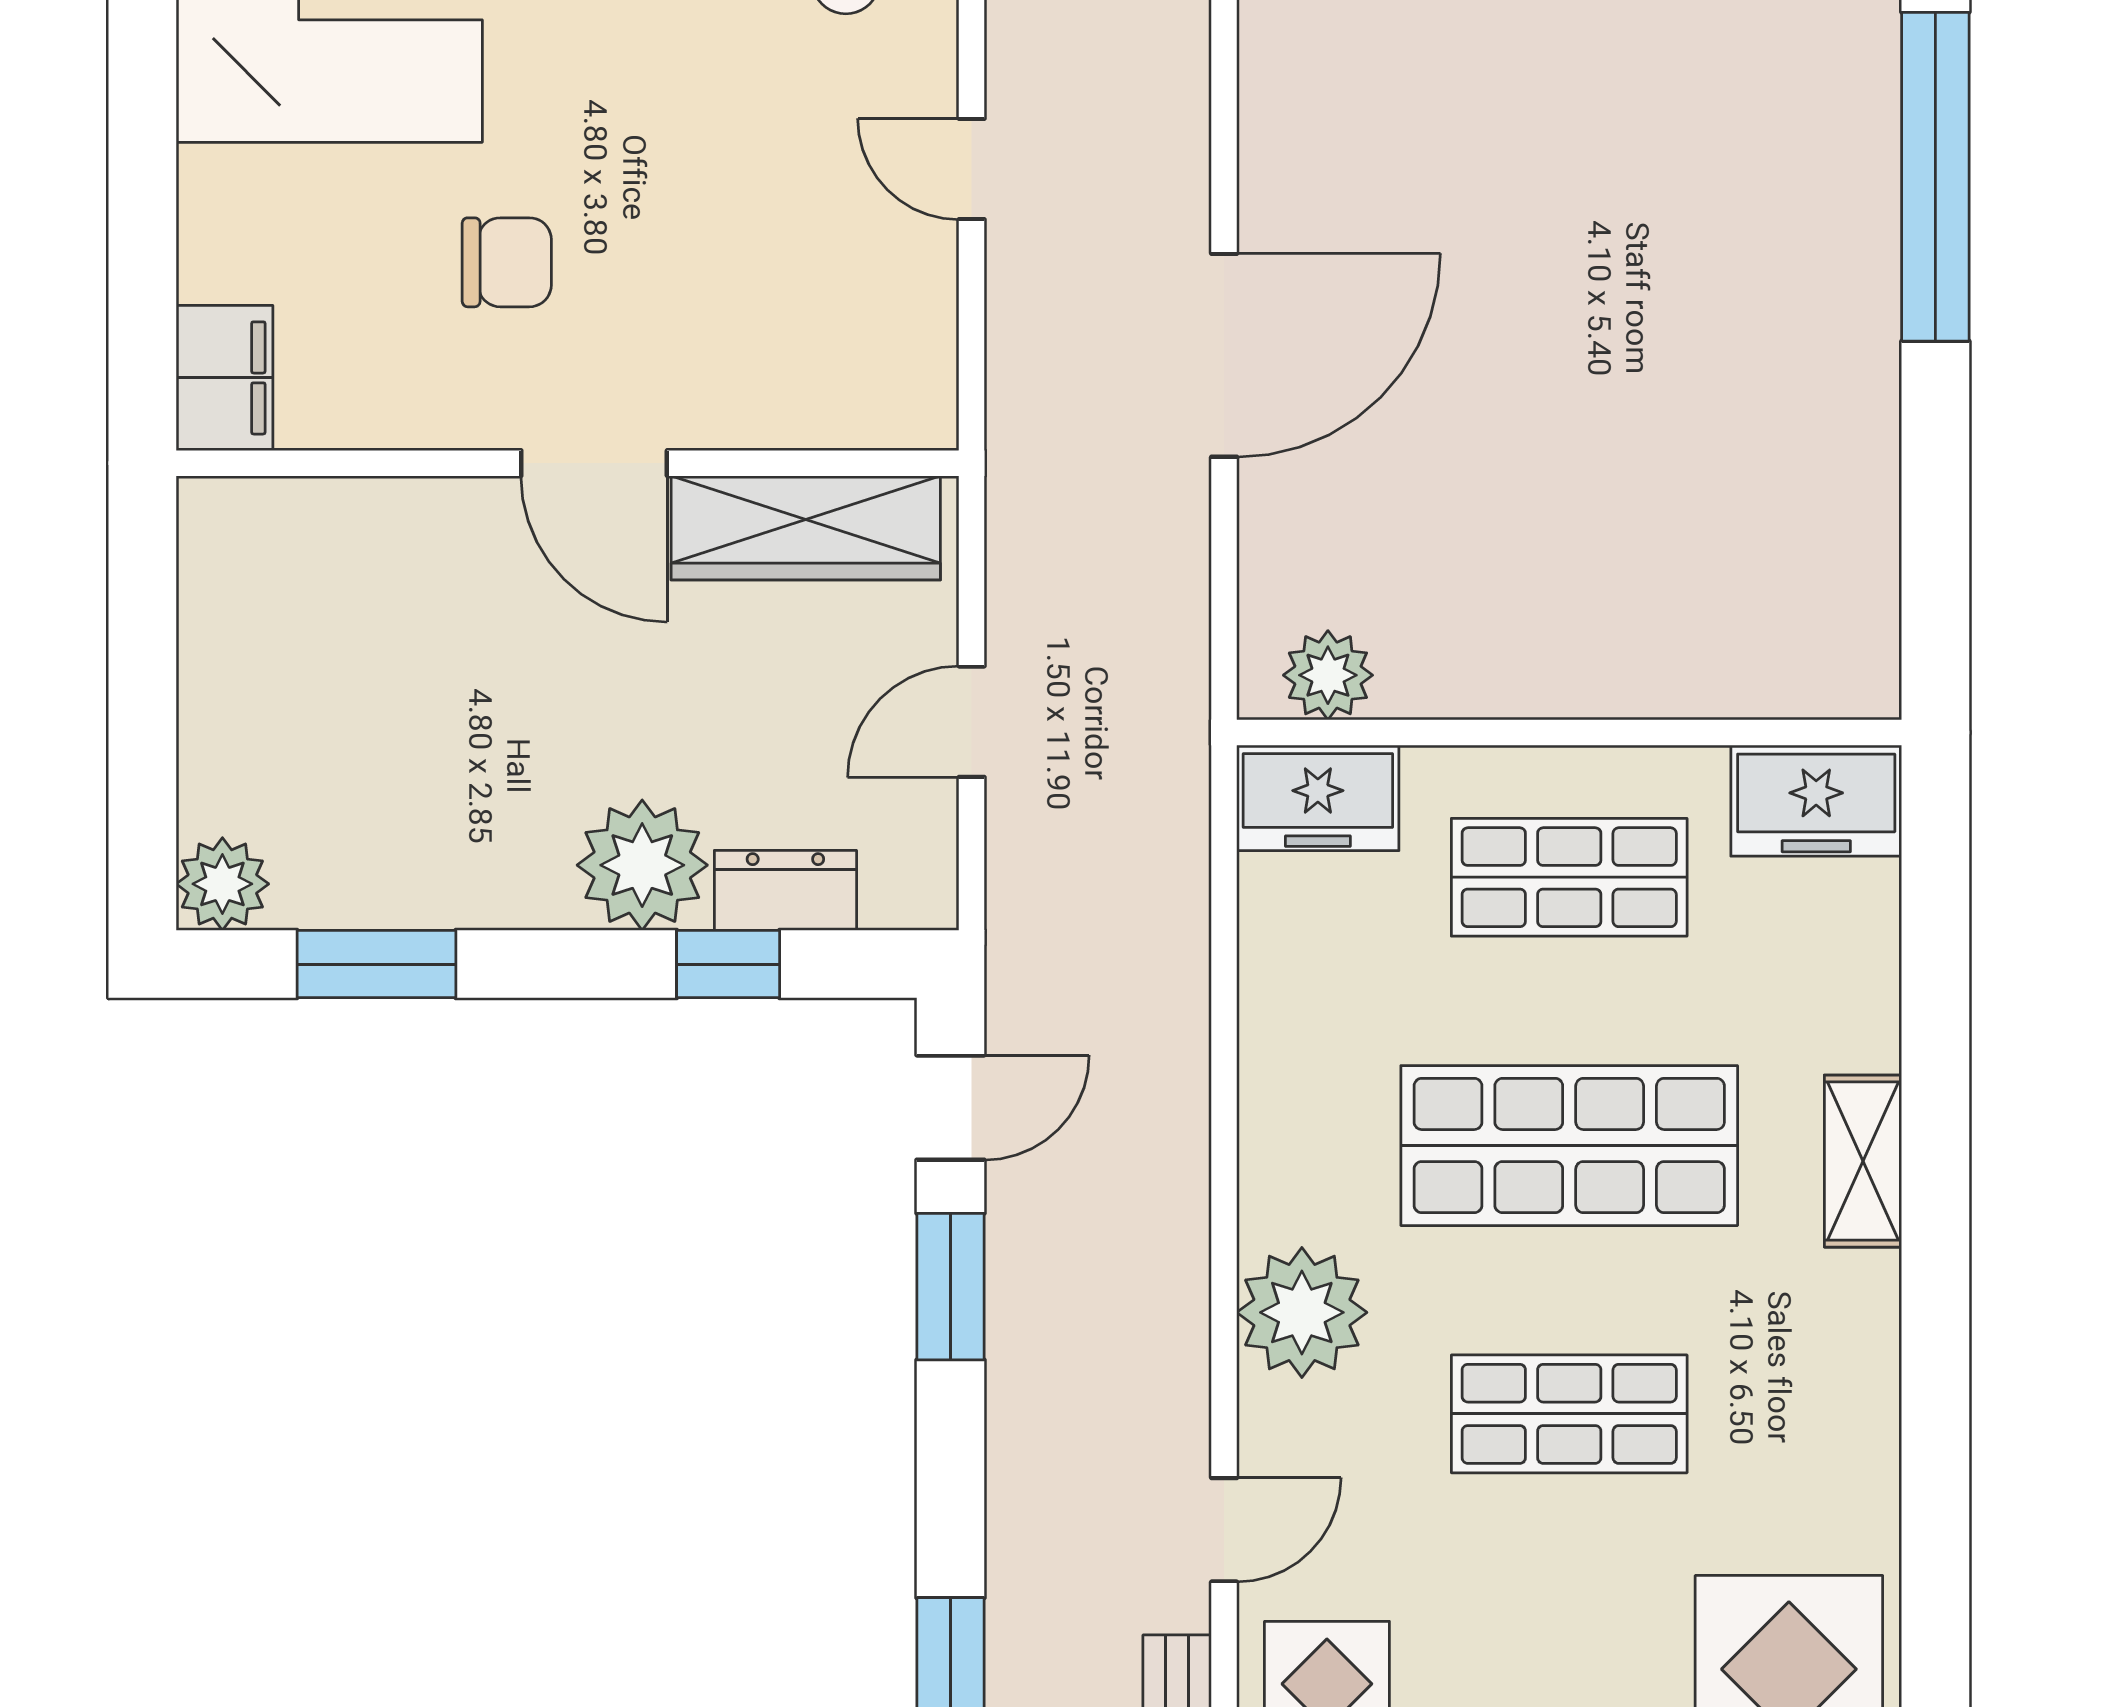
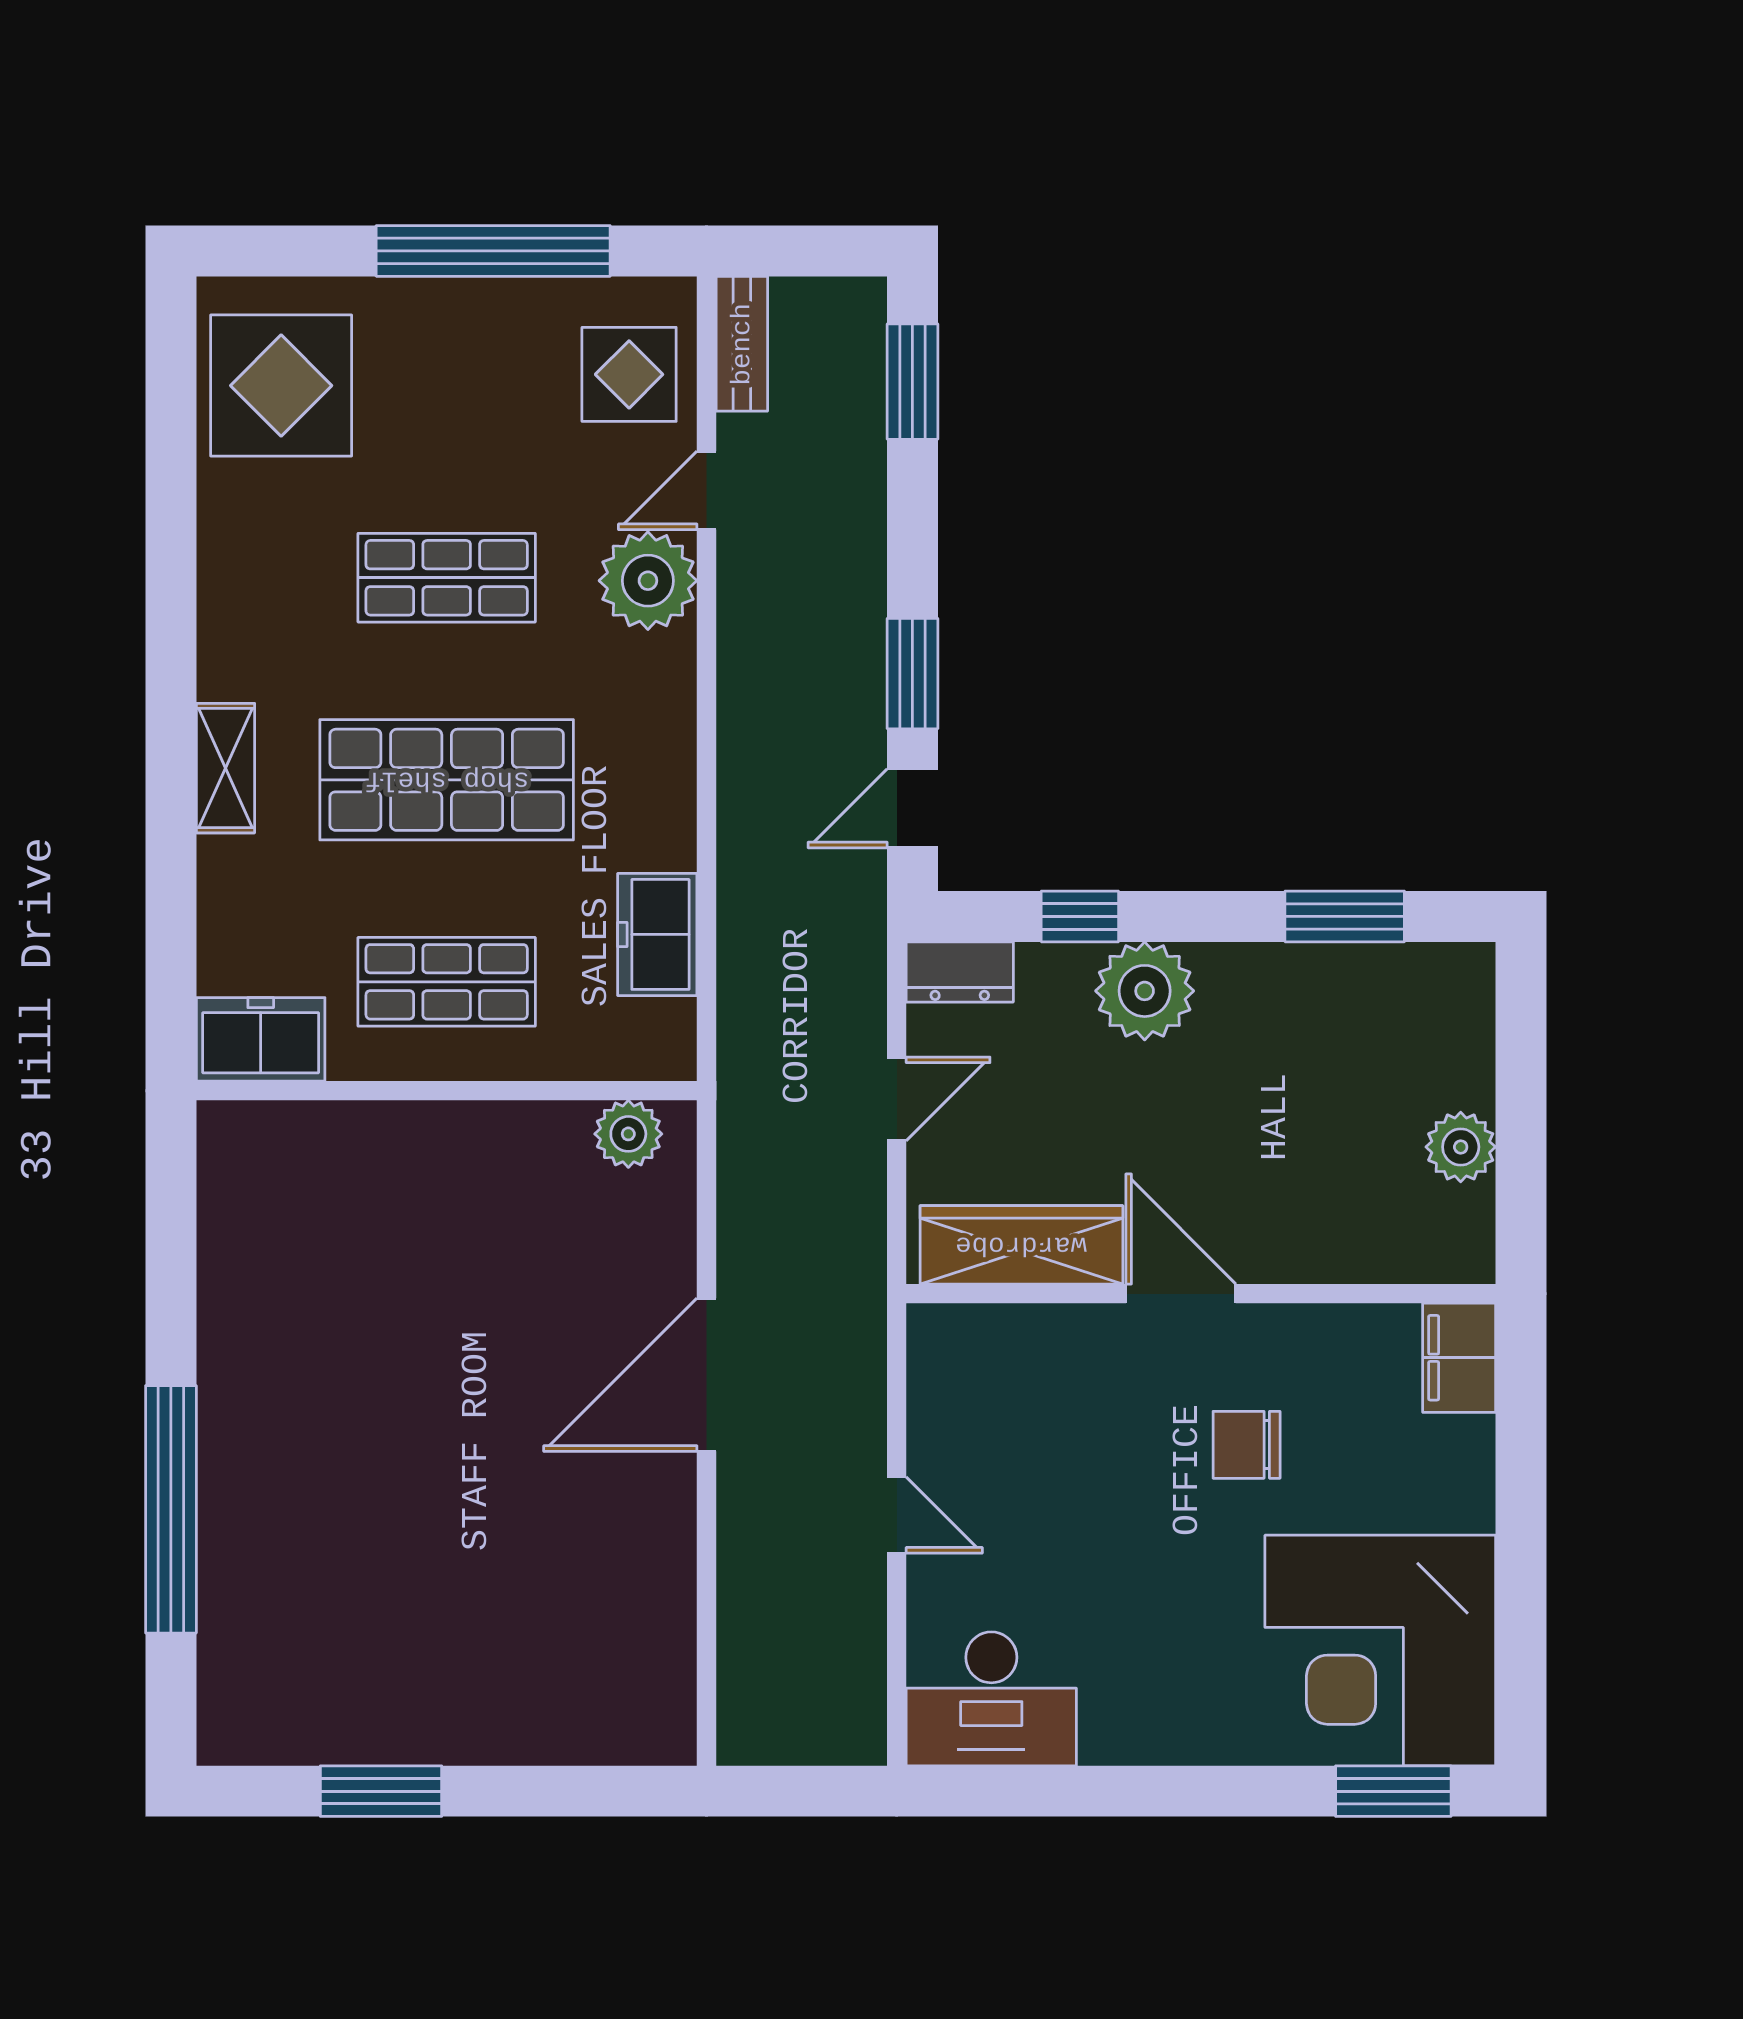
freezer: (1318, 798) -> (657, 934), moved, turned -90
plant: (222, 884) -> (1461, 1147), moved
dresser: (785, 890) -> (960, 972), moved
plant: (1302, 1312) -> (648, 581), moved

